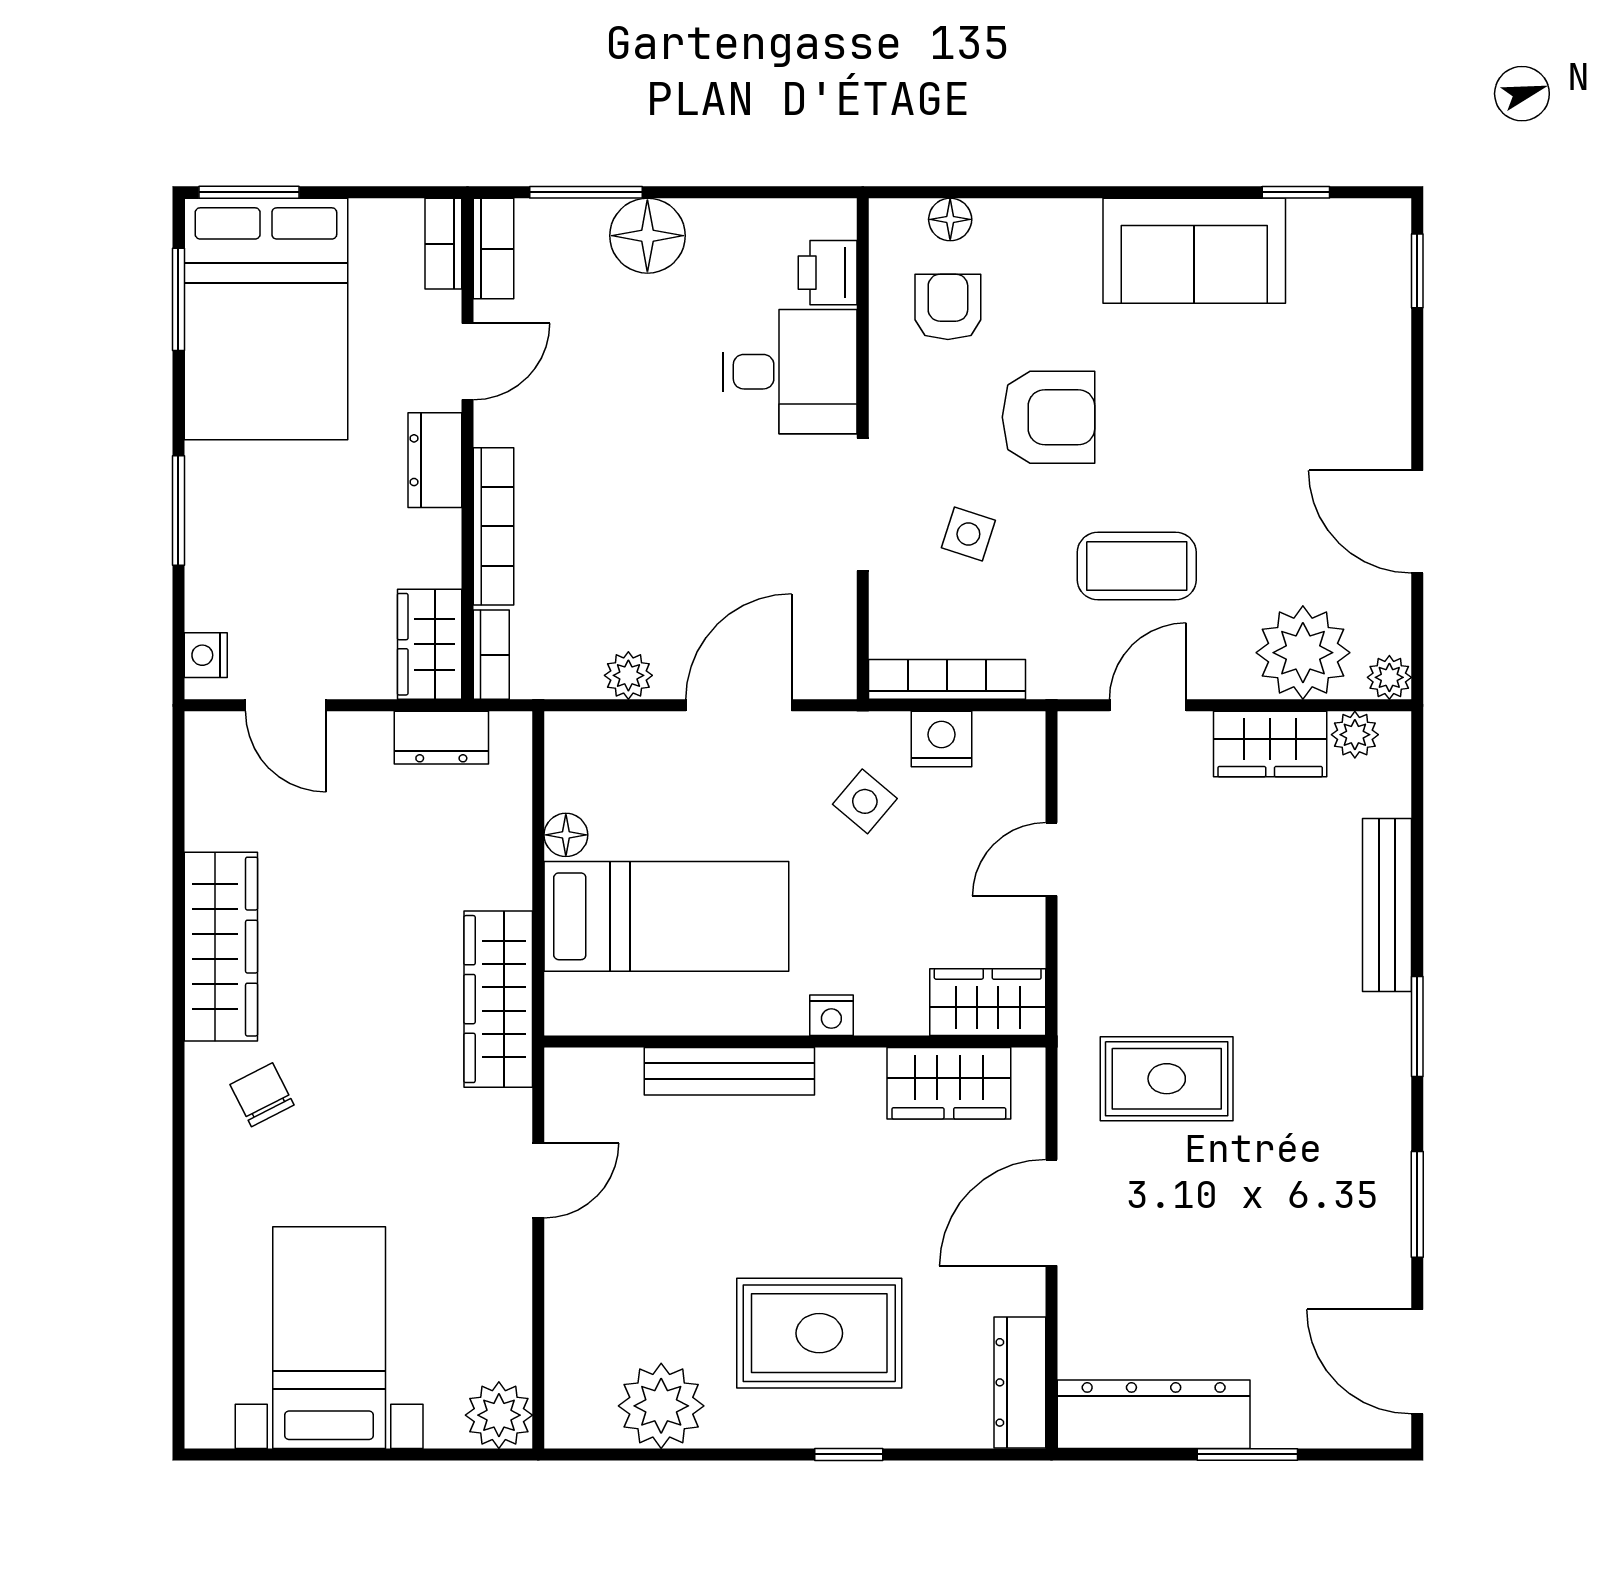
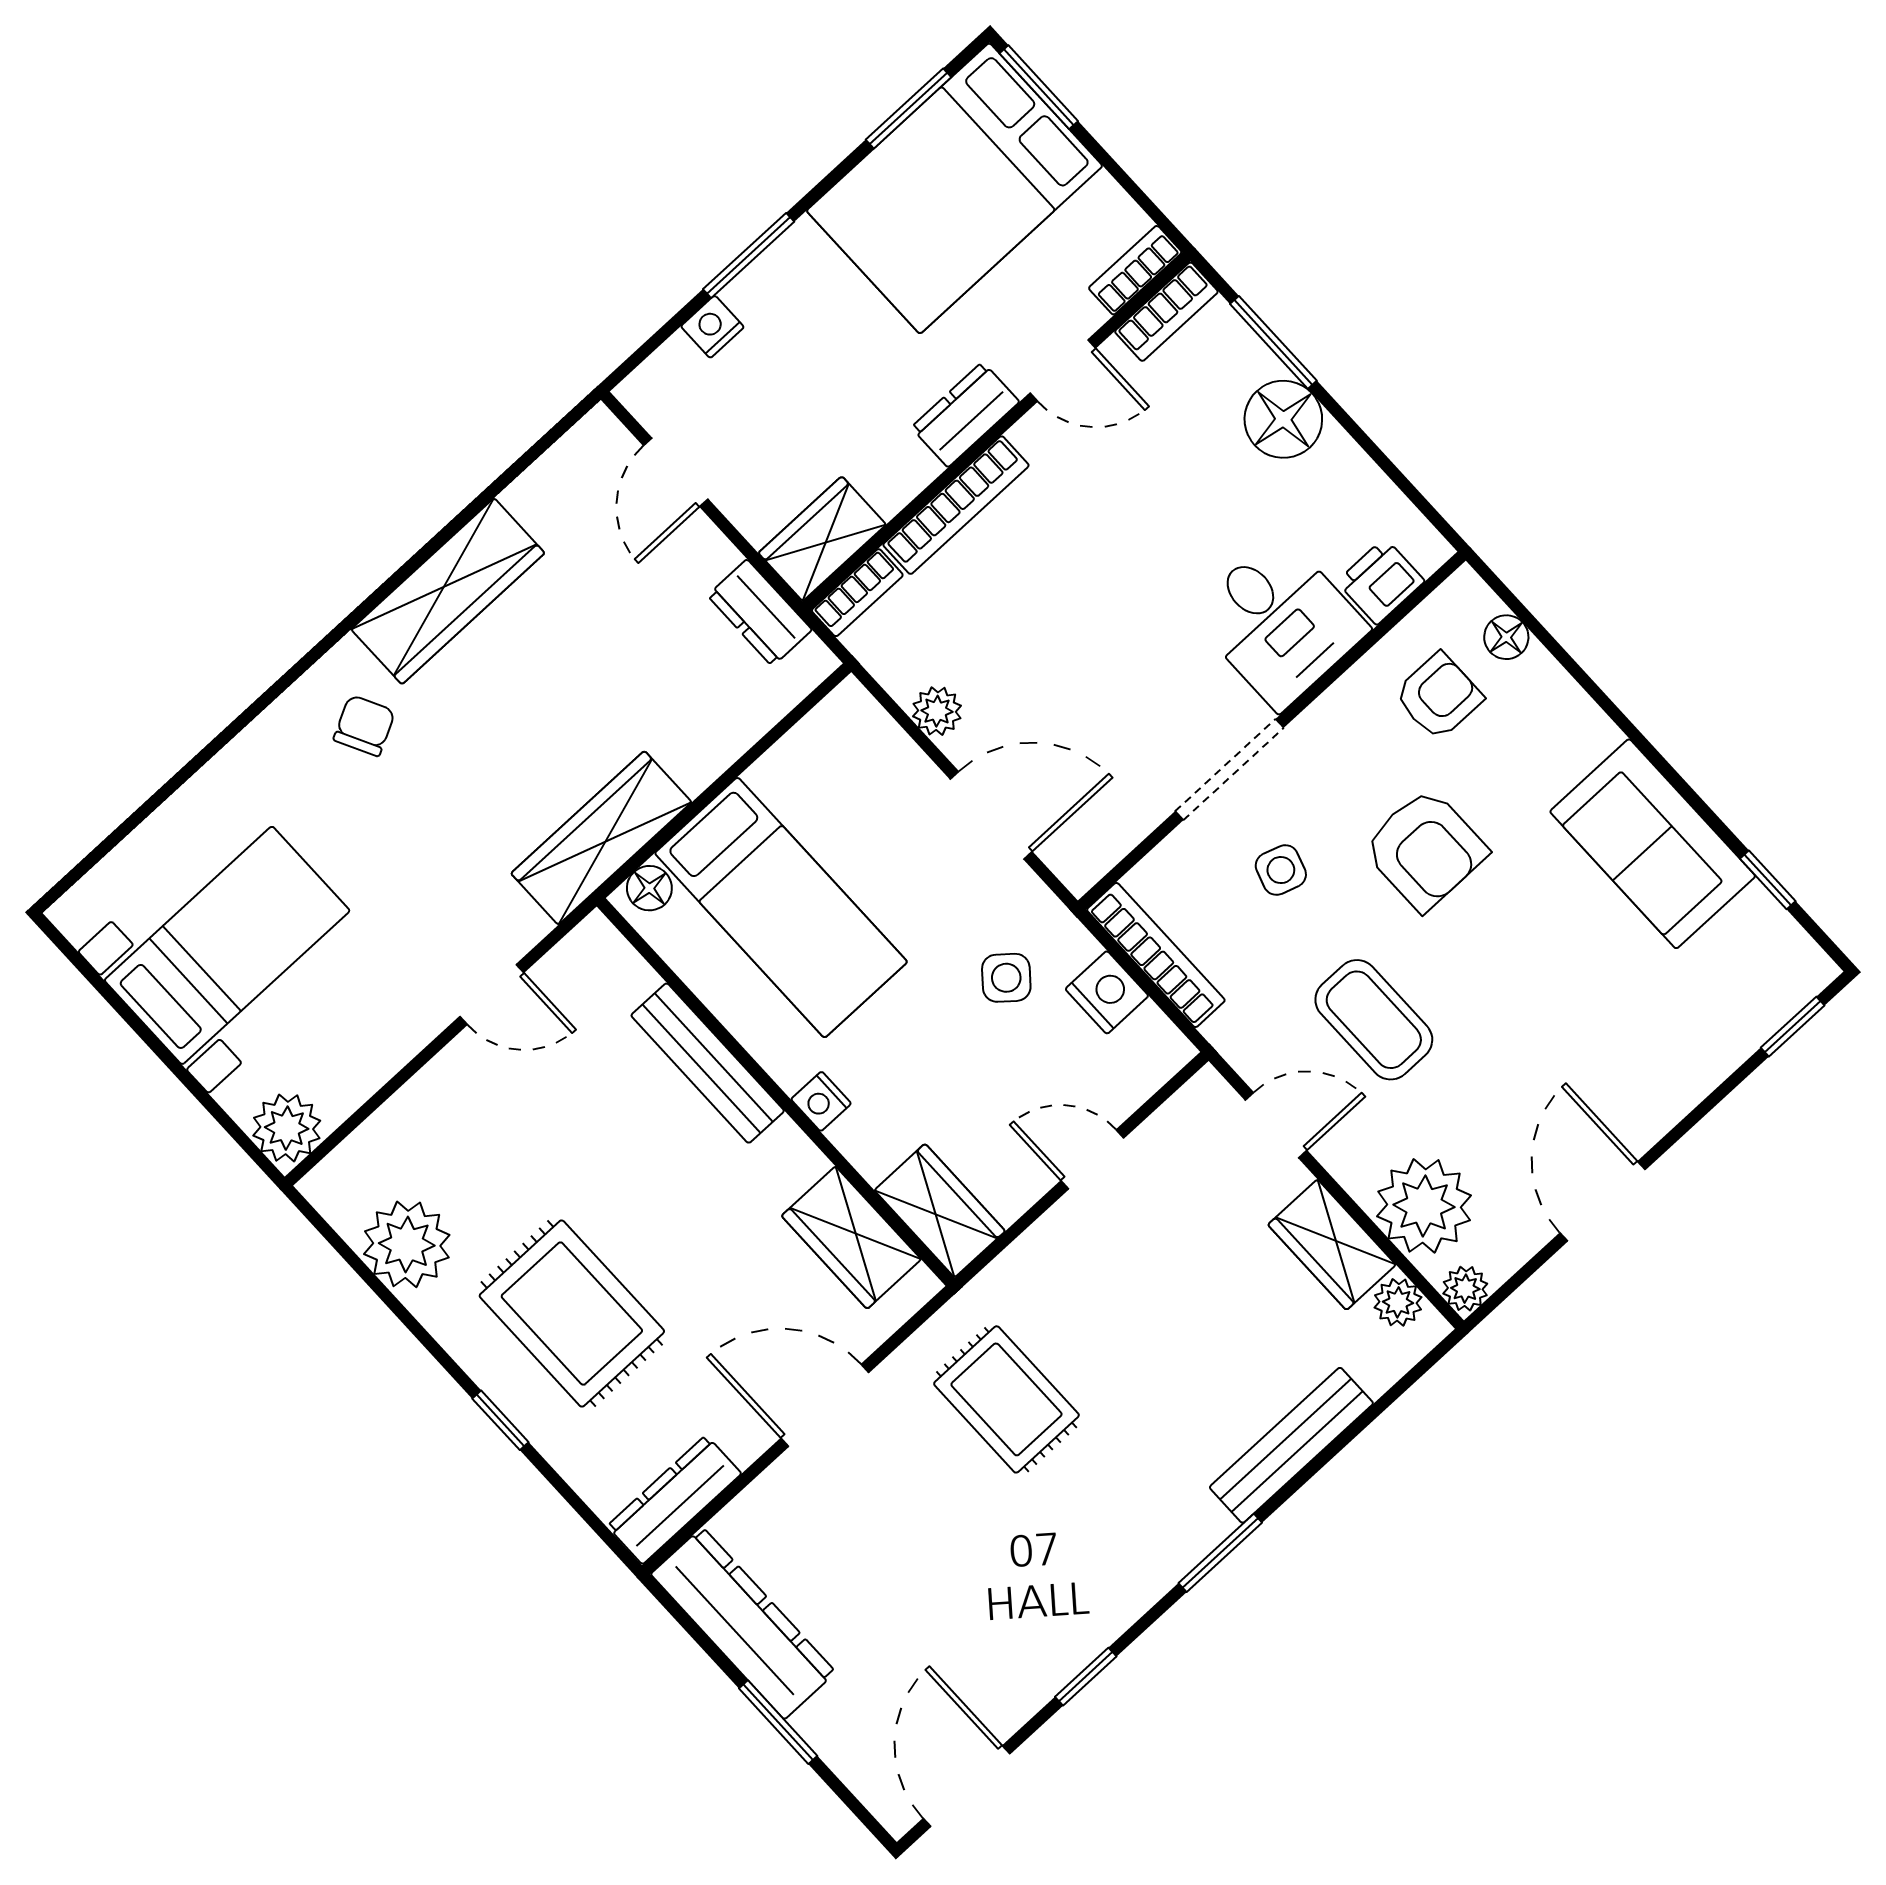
nightstand: (206, 655) -> (712, 327), moved
floor lamp: (566, 835) -> (649, 888), moved
window: (1417, 1204) -> (1086, 1677), width x0.67

